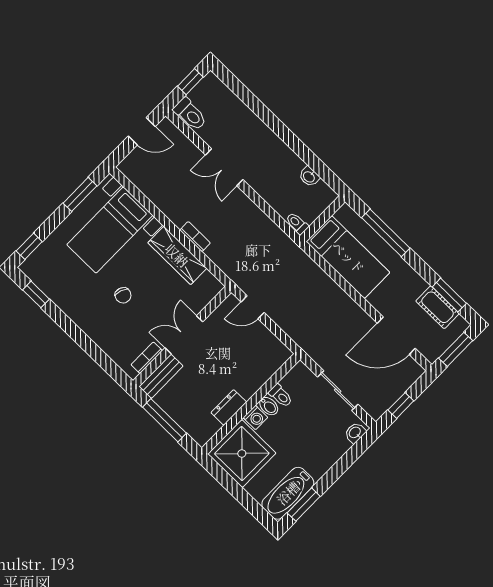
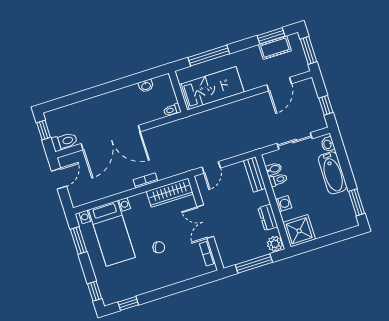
double door: (224, 167) -> (111, 138), width x1.87
wardrobe: (177, 255) -> (170, 193), moved
door: (396, 336) -> (279, 84), width x0.73
bench: (161, 376) -> (255, 174), moved
bidet: (269, 406) -> (274, 169), moved
plant: (202, 433) -> (275, 244), added
shower: (242, 453) -> (299, 231), width x0.73, depth x0.73
bathtub: (288, 493) -> (332, 173), moved

